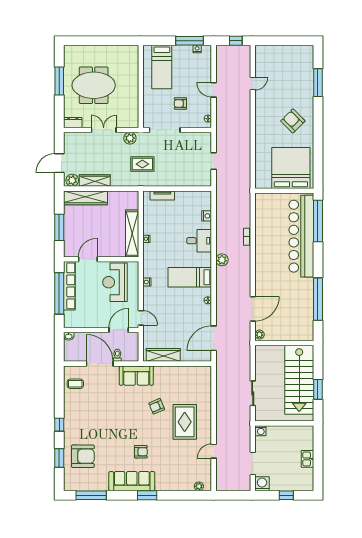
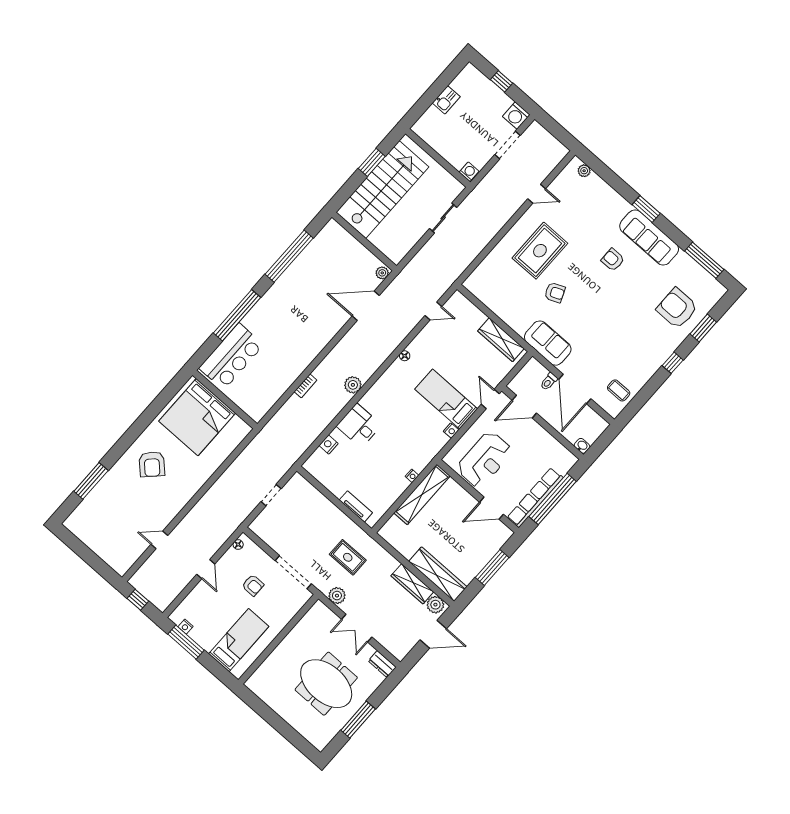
window: (318, 221) -> (237, 315), moved
bar counter: (301, 236) -> (231, 356), width x0.54
bed: (190, 277) -> (446, 399), moved, turned 180
door: (214, 338) -> (433, 311), width x0.53

